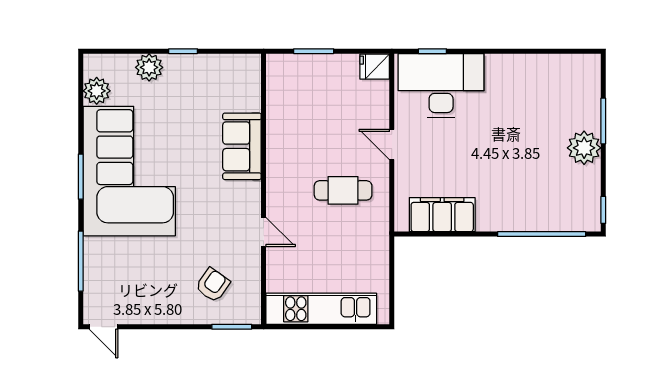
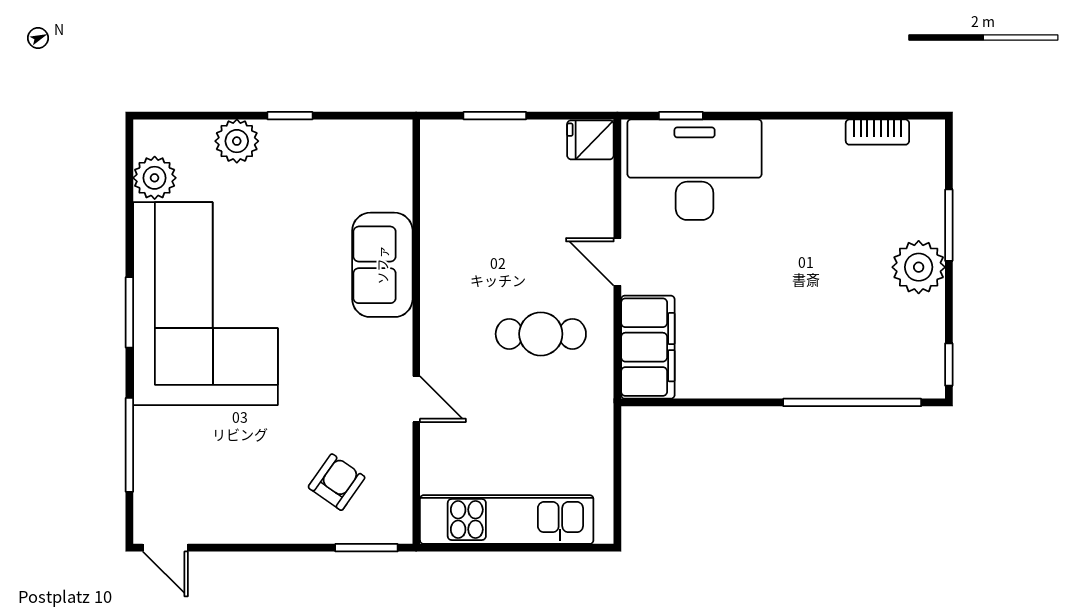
bookcase: (558, 62) -> (877, 132), added
filing cabinet: (442, 215) -> (648, 347), moved, turned 90

